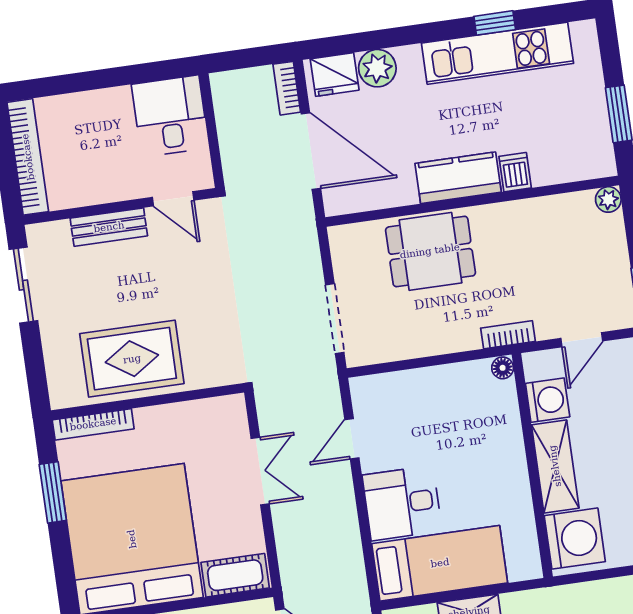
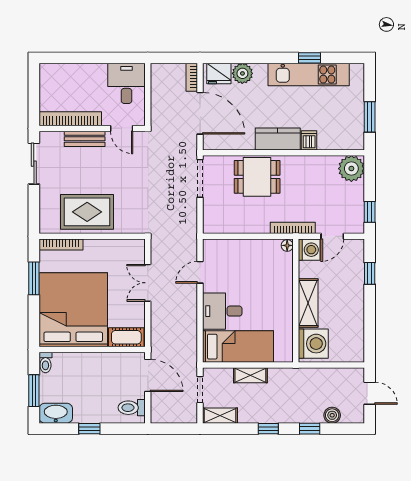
bookcase: (28, 157) -> (70, 119), moved, turned -90
plant: (608, 199) -> (351, 169), width x1.87, depth x1.87
doorway: (335, 319) -> (200, 178), moved
bookcase: (508, 335) -> (293, 228), width x1.56
washing machine: (548, 400) -> (309, 250), moved
double door: (260, 471) -> (148, 283), swing flipped

